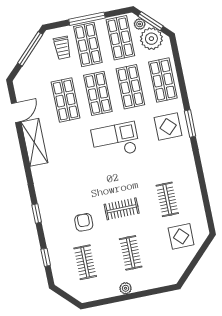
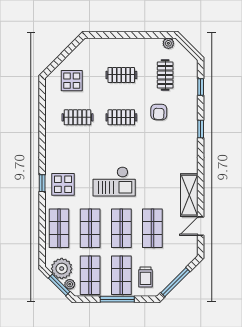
trolley: (62, 48) -> (146, 277), turned 180
window: (190, 123) -> (42, 183), width x0.67
clothes rail: (167, 199) -> (77, 117), turned 90
clothes rail: (131, 253) -> (121, 75), turned 90
plant: (126, 288) -> (168, 43), moved

